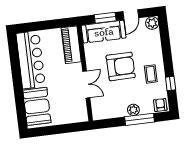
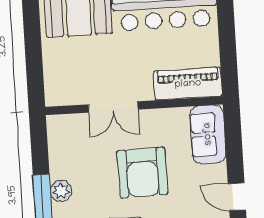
window: (105, 18) -> (234, 149), removed
sofa: (104, 32) -> (208, 134), width x0.73

